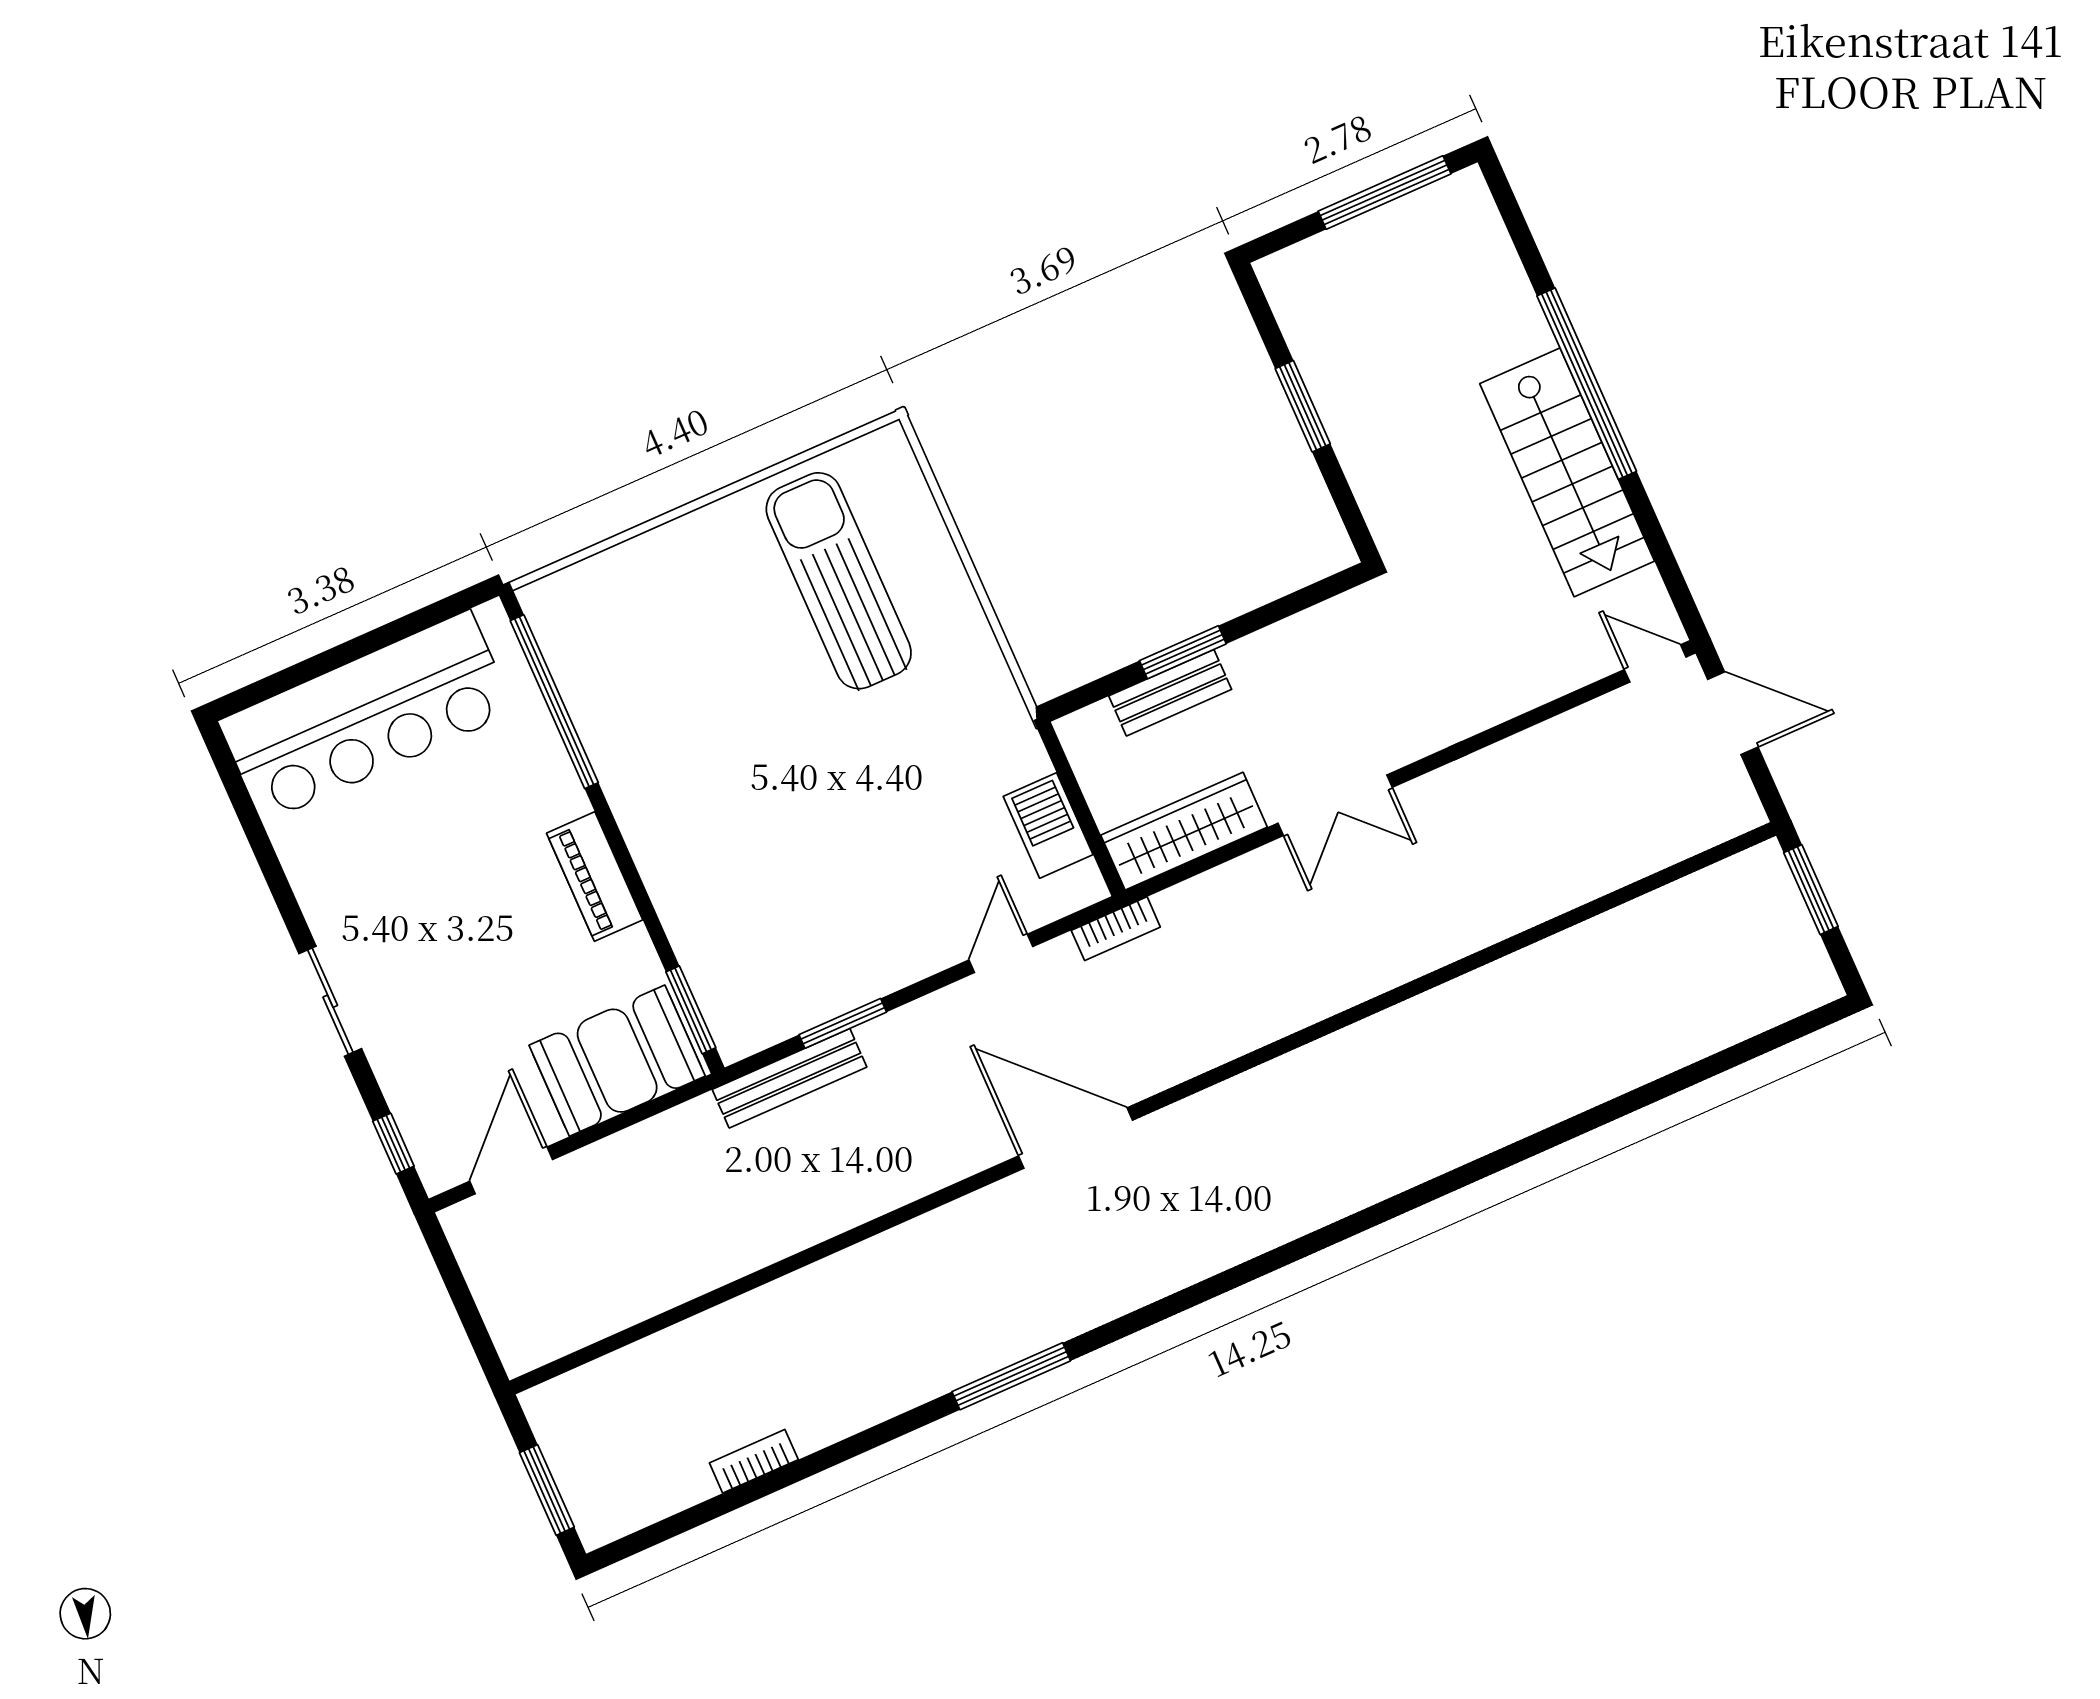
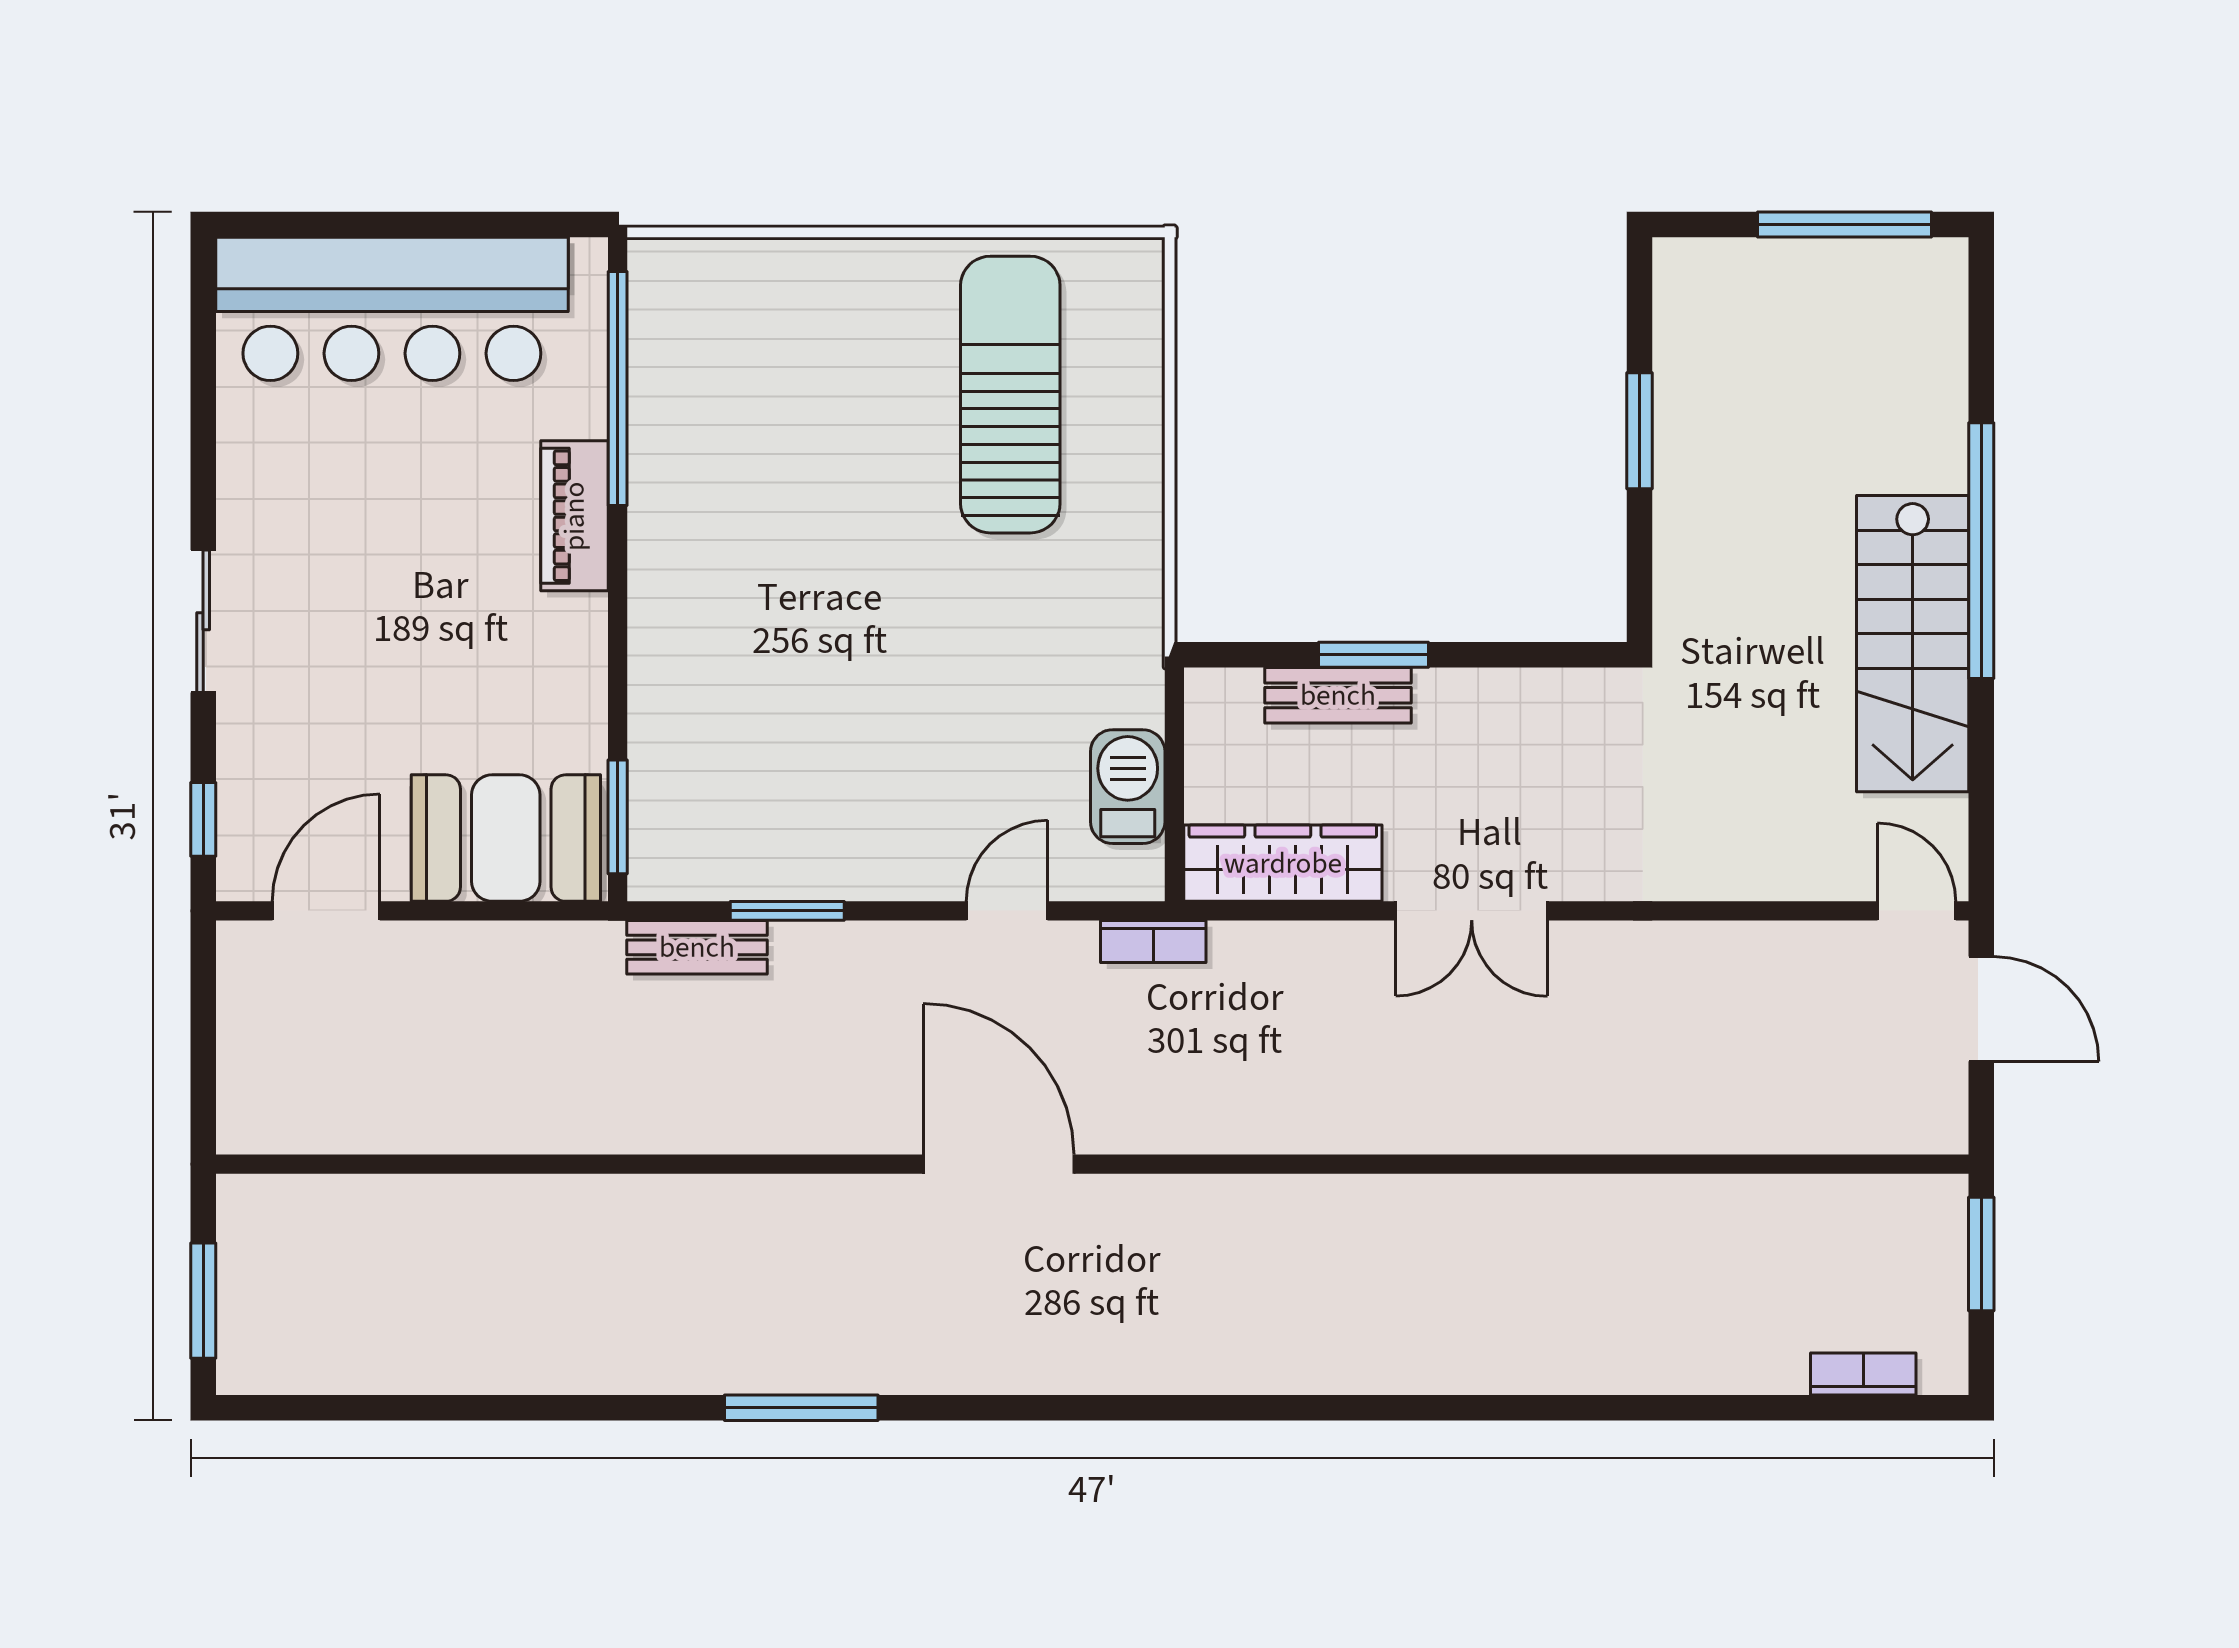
piano: (595, 877) -> (574, 516), moved
bench: (789, 1078) -> (697, 947), width x0.73
bookcase: (754, 1461) -> (1863, 1374), moved

